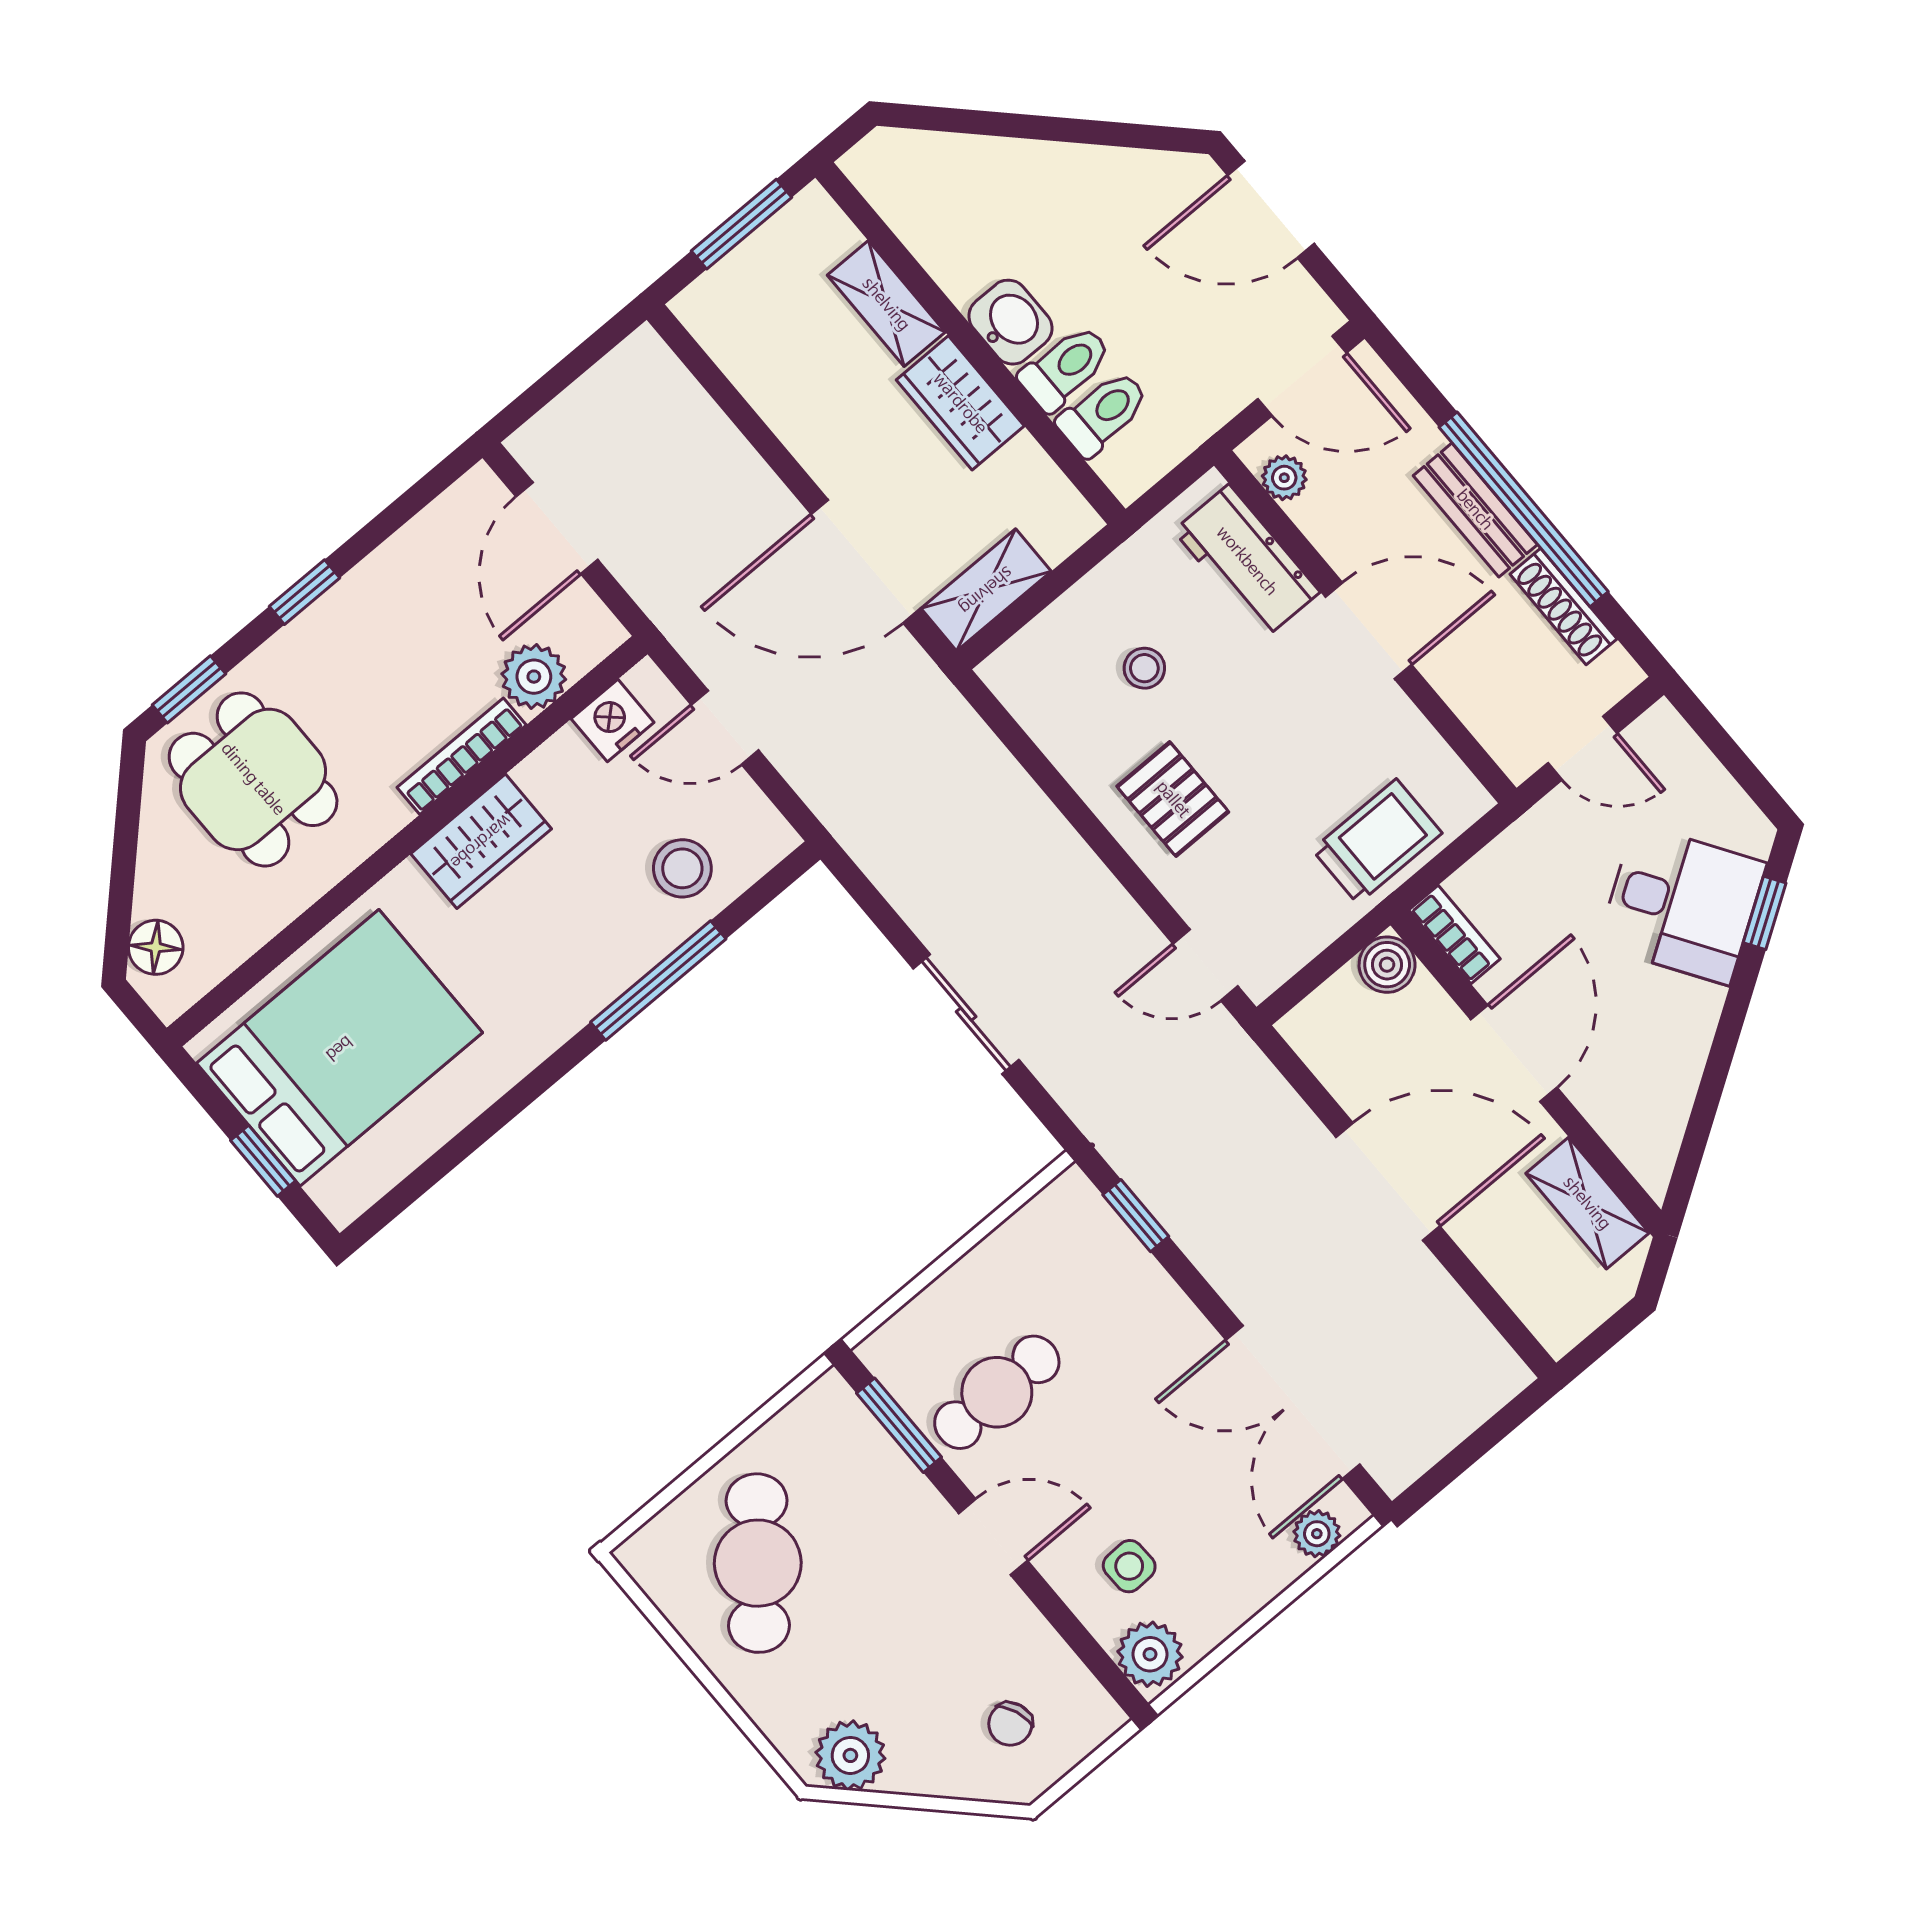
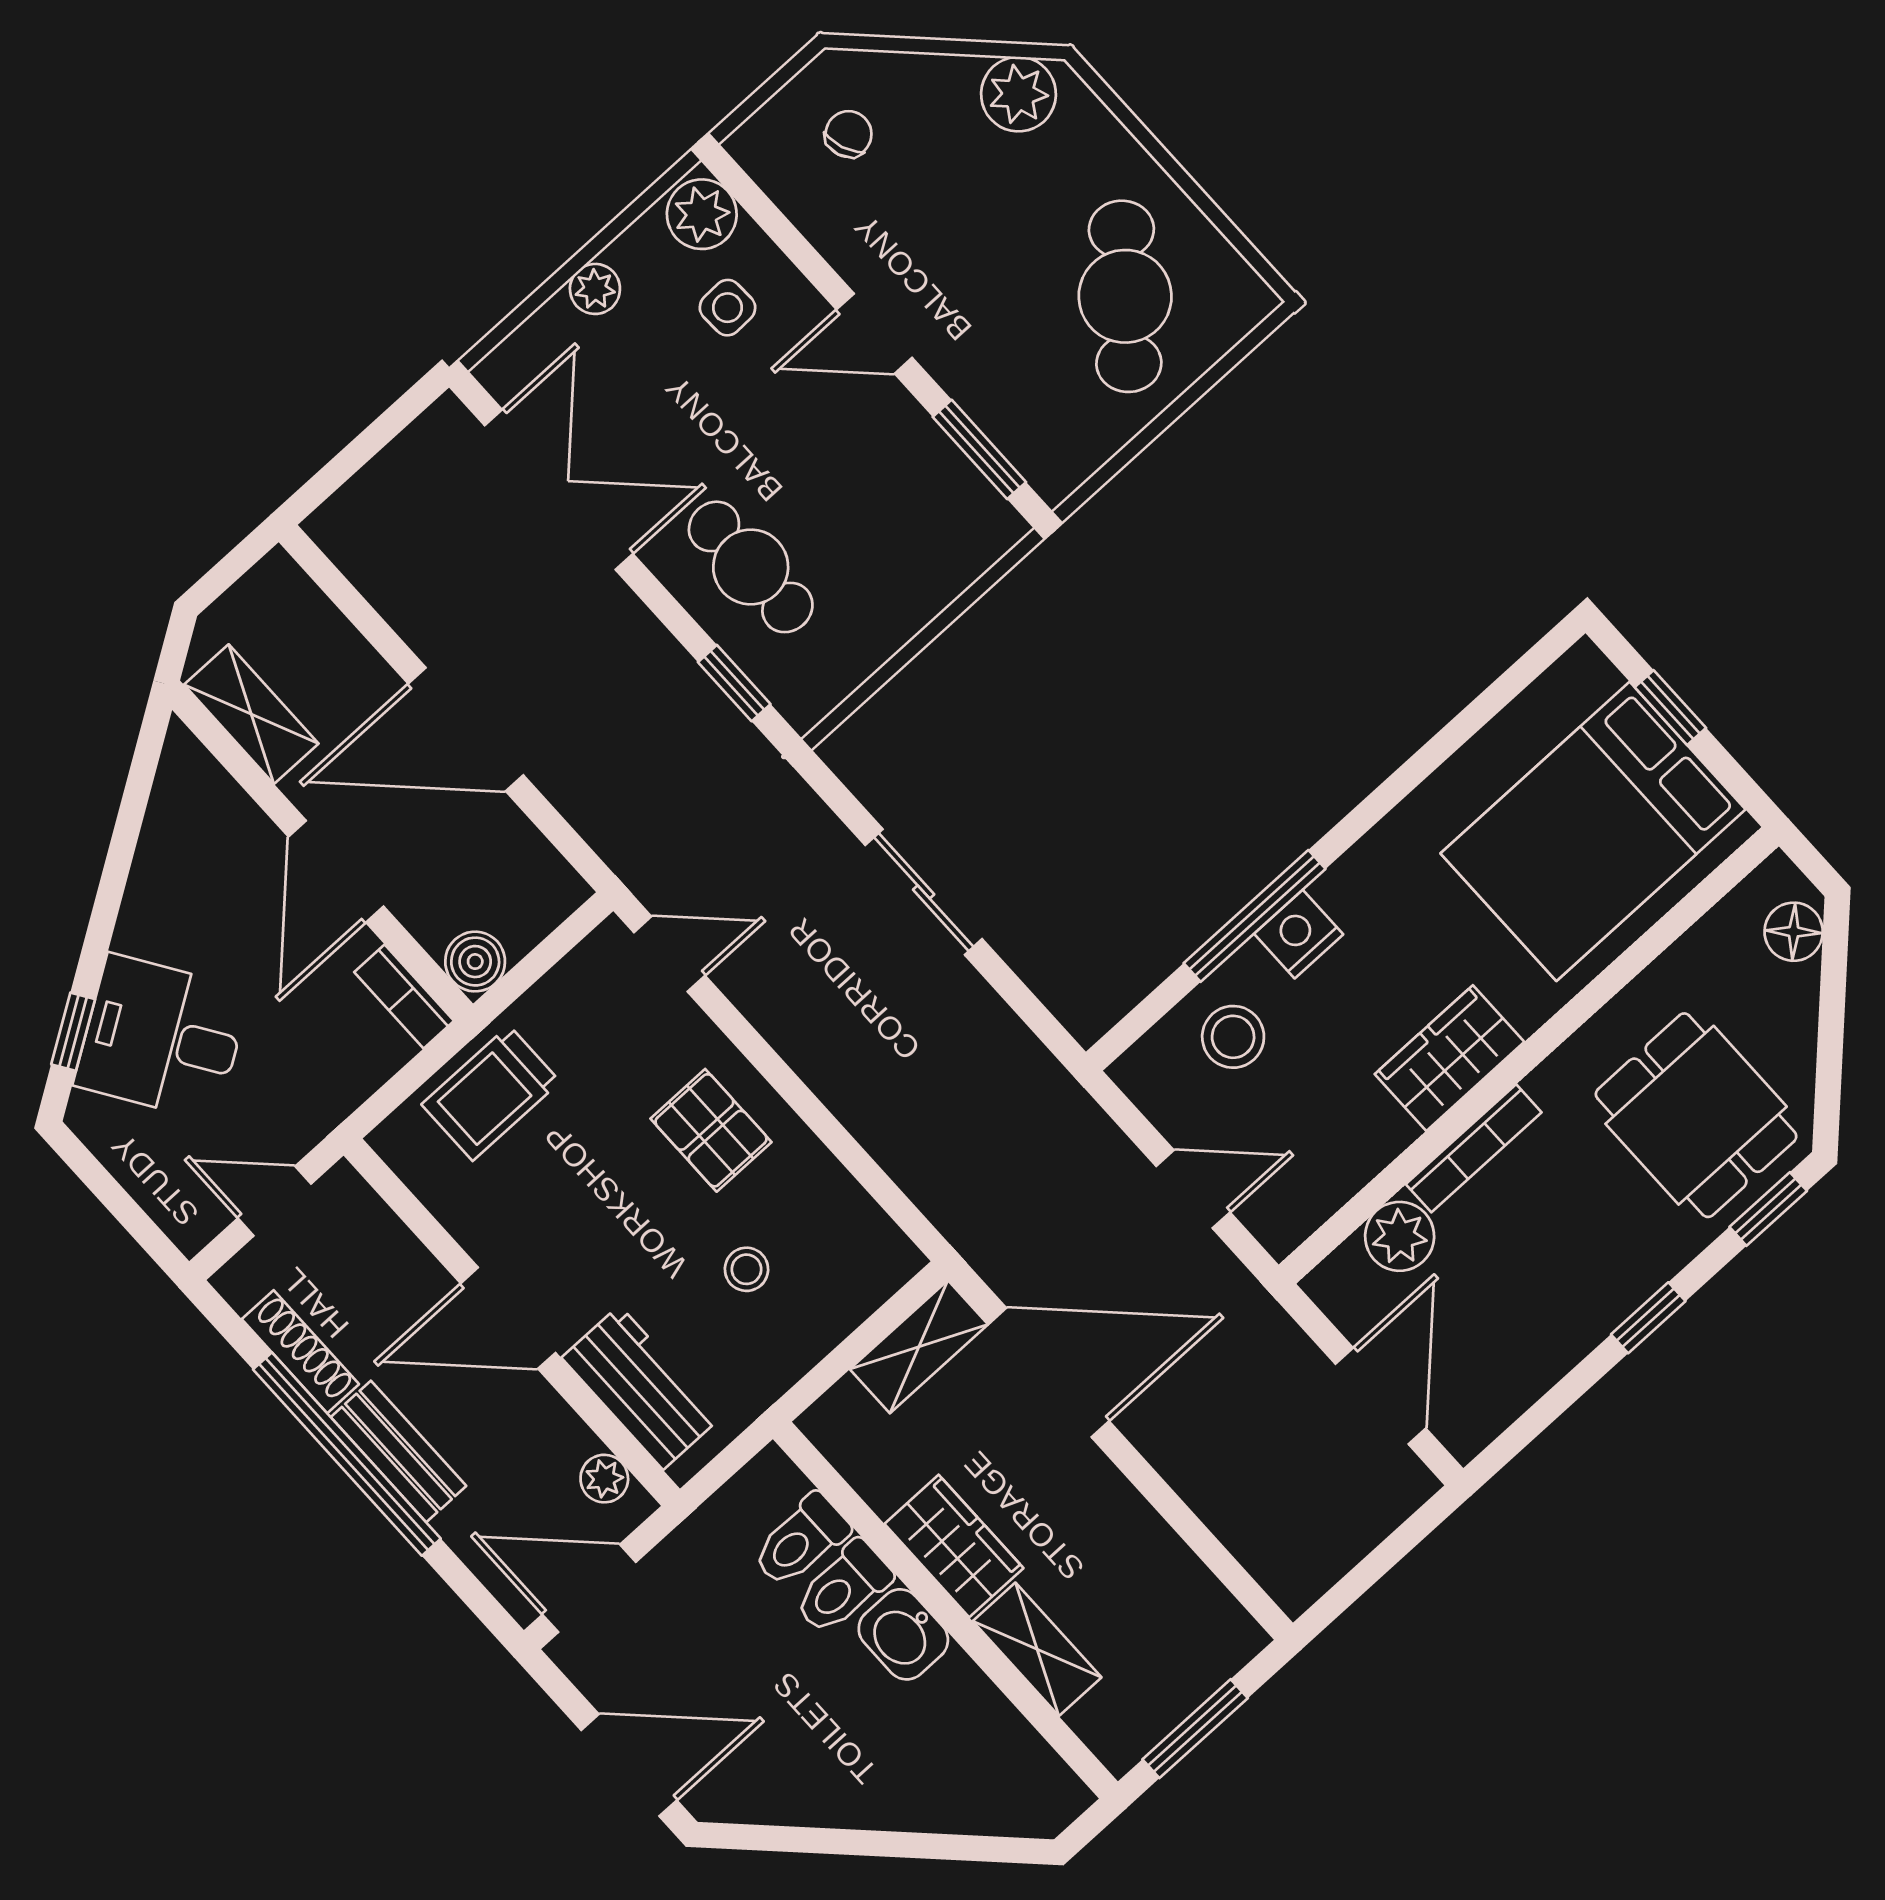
nightstand: (613, 721) -> (1299, 934), moved, turned 180
cafe table: (997, 1392) -> (751, 567), moved, turned 90
plant: (1317, 1534) -> (595, 289), moved

